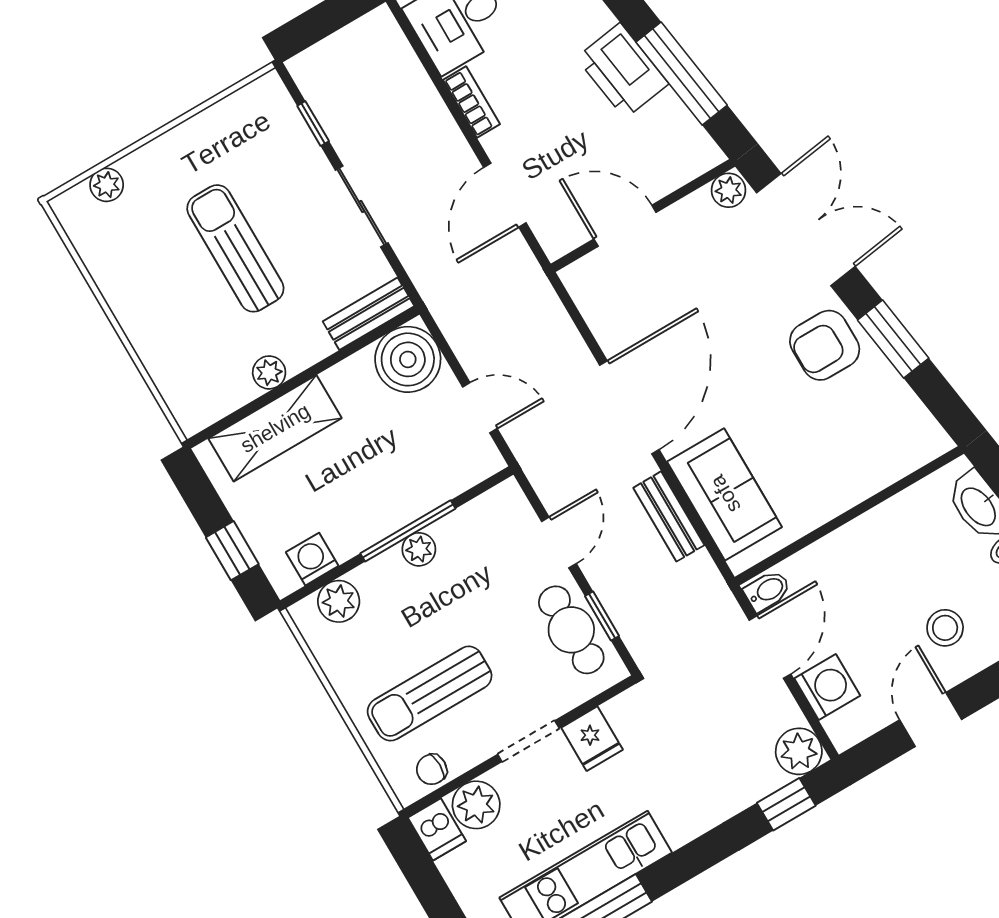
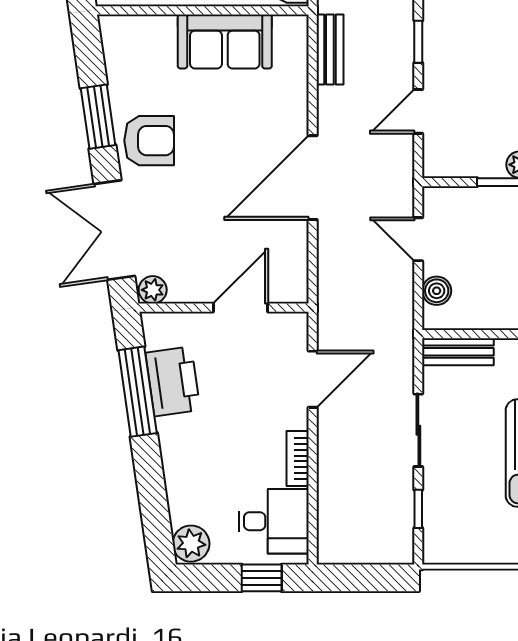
printer: (622, 71) -> (173, 381), moved
door: (625, 226) -> (240, 308), swing flipped
boiler: (408, 359) -> (437, 291), width x0.54, depth x0.54
sofa: (725, 494) -> (225, 41), moved, turned -90
bench: (669, 516) -> (330, 50), moved
cafe table: (571, 630) -> (446, 45), removed

